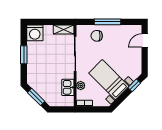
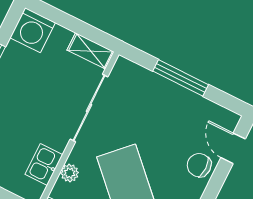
chair: (97, 36) -> (199, 165), moved
door: (145, 41) -> (233, 148), hinge flipped

